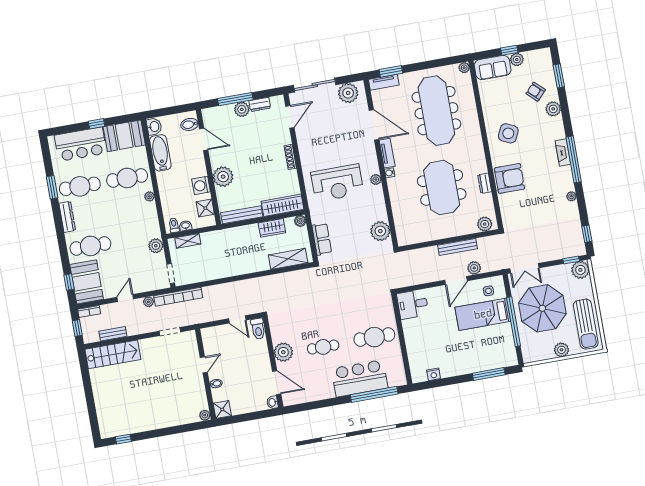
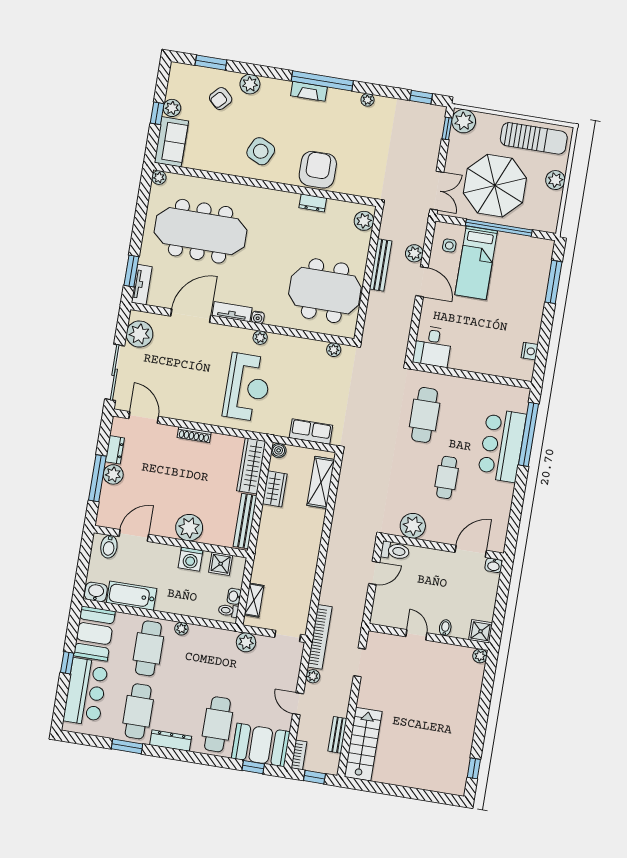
meeting table: (442, 188) -> (325, 291), moved
plant: (380, 231) -> (334, 350), width x0.53, depth x0.53
cafe table: (374, 337) -> (425, 415), moved
plant: (283, 352) -> (413, 526), moved

